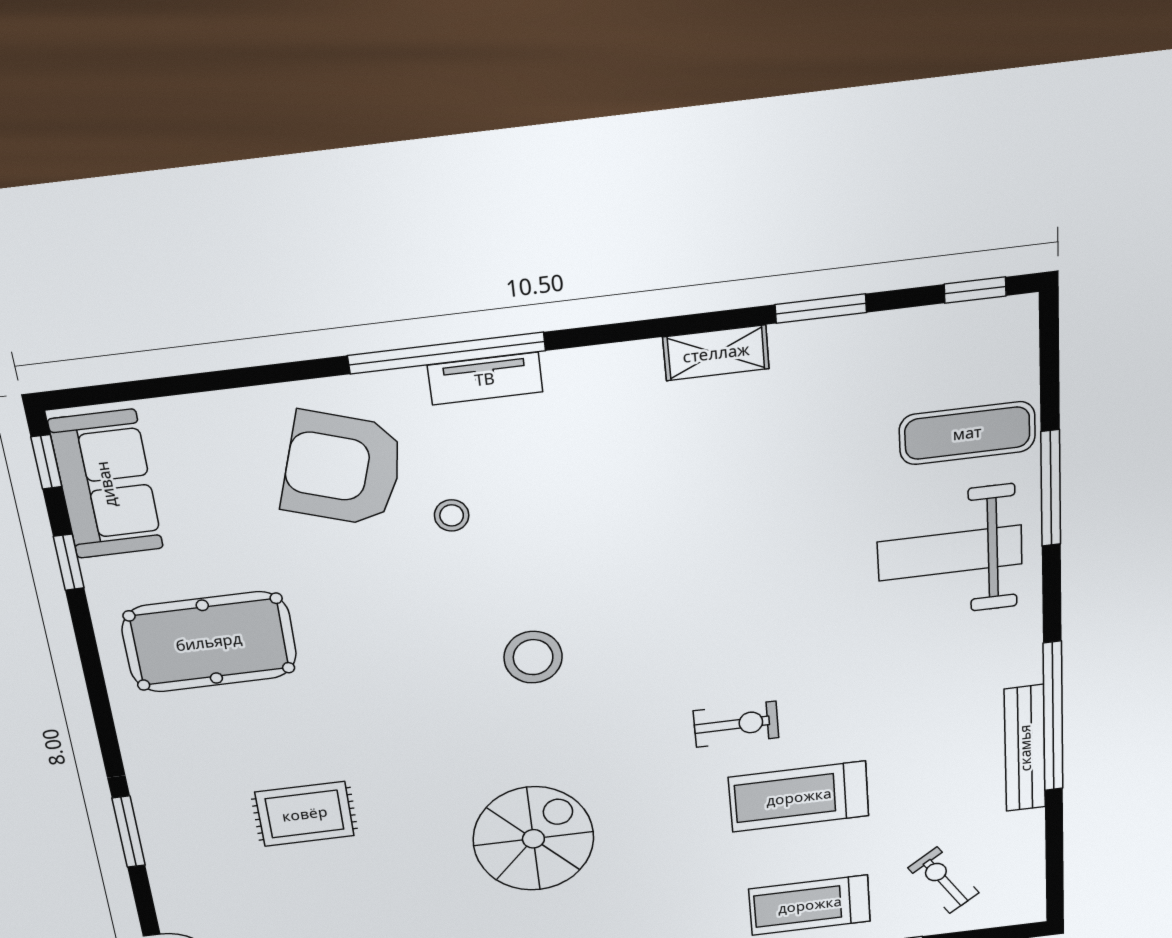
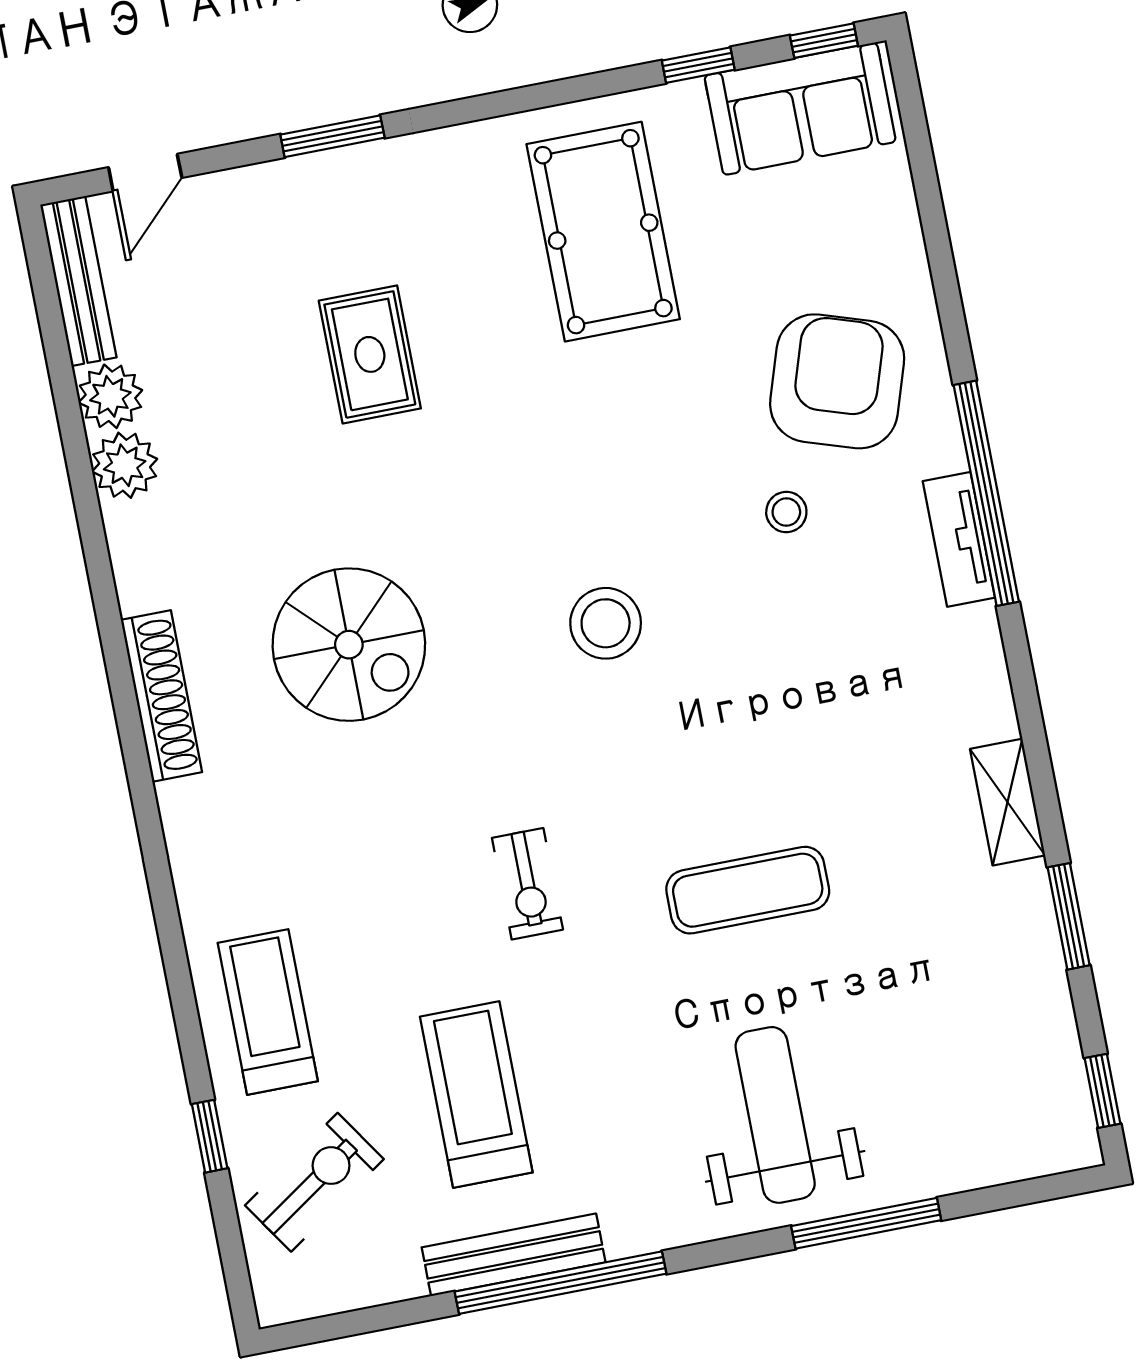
exercise mat: (967, 433) -> (748, 890), moved, turned 90
treadmill: (799, 797) -> (476, 1095), moved
exercise bike: (943, 880) -> (314, 1182), width x1.38, depth x1.39

